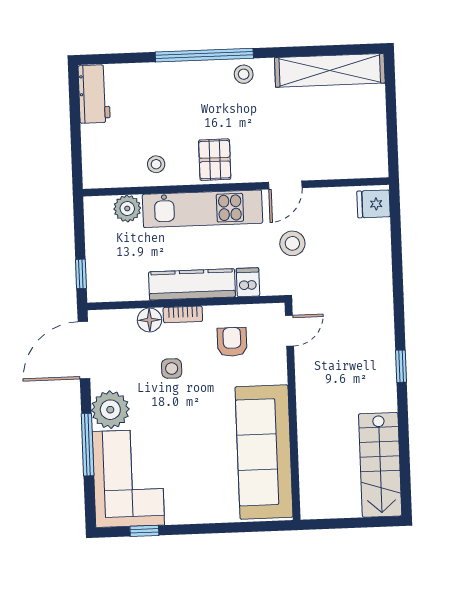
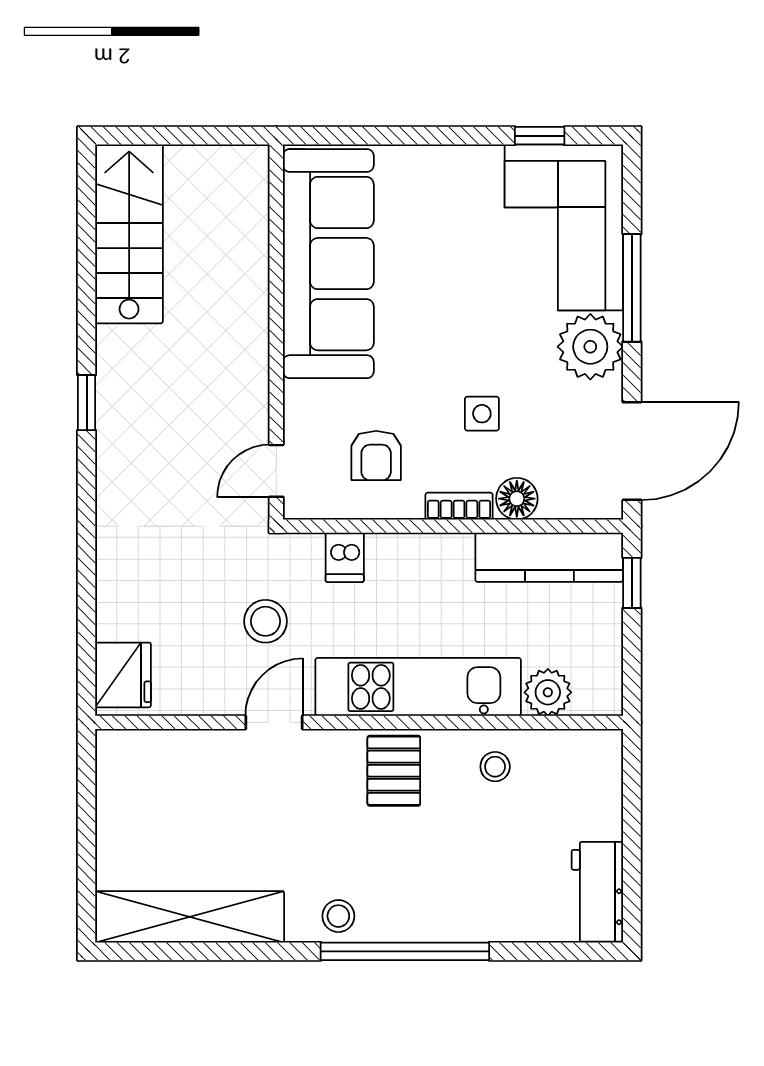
fridge: (374, 204) -> (123, 675), width x1.38
kitchen counter: (192, 284) -> (549, 557), moved

